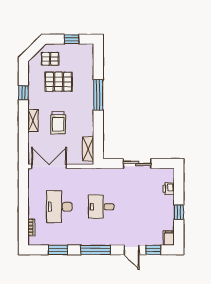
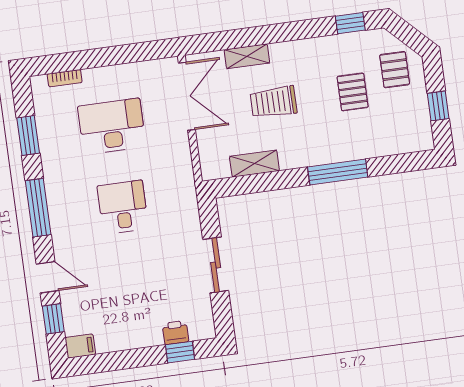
pallet: (59, 82) -> (353, 92), width x0.67, depth x0.71
window: (23, 93) -> (350, 23), moved
shelving: (33, 120) -> (247, 56), moved
shelving: (88, 149) -> (254, 164), moved
window: (179, 212) -> (180, 352), moved
door: (132, 250) -> (48, 277), swing flipped

